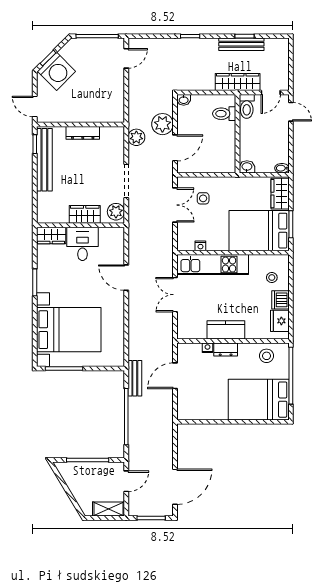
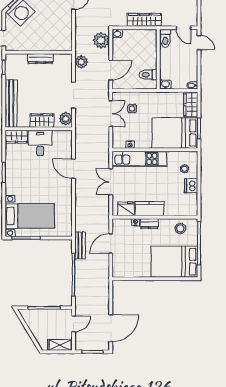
wardrobe: (238, 82) -> (144, 20), moved
door: (271, 93) -> (184, 28), hinge flipped
toilet: (224, 114) -> (148, 75), moved
plant: (162, 124) -> (101, 40), moved
bench: (44, 160) -> (11, 104), moved
fridge: (280, 321) -> (126, 209), moved, turned 90
bed with nightstands: (69, 330) -> (30, 216), width x0.73

